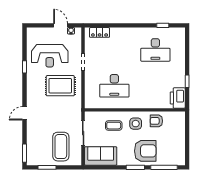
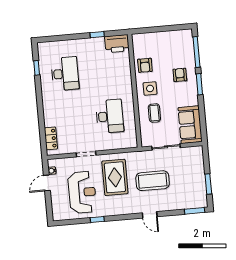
coffee table: (61, 147) -> (153, 181), moved
armchair: (145, 151) -> (180, 75), width x0.53, depth x0.53

